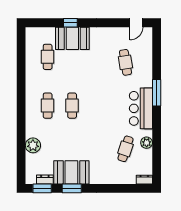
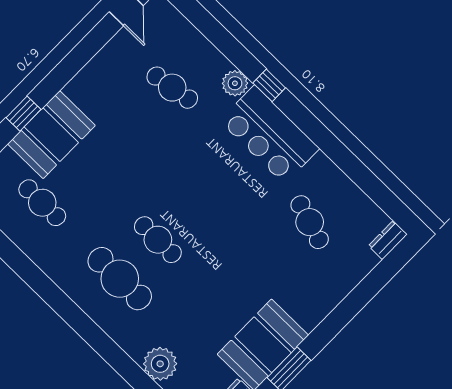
window: (157, 93) -> (269, 85), width x0.46
cafe table: (48, 106) -> (120, 279), width x1.37, depth x1.35
plant: (147, 143) -> (235, 83), moved

